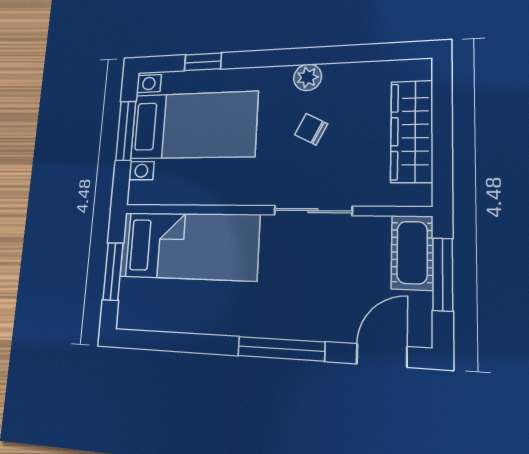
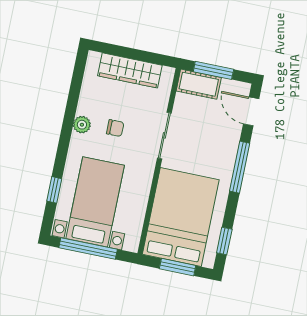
chair: (311, 129) -> (115, 128), turned -117
window: (126, 131) -> (88, 249), width x1.44
bed: (189, 246) -> (181, 217), width x1.50
window: (159, 341) -> (224, 241), added

